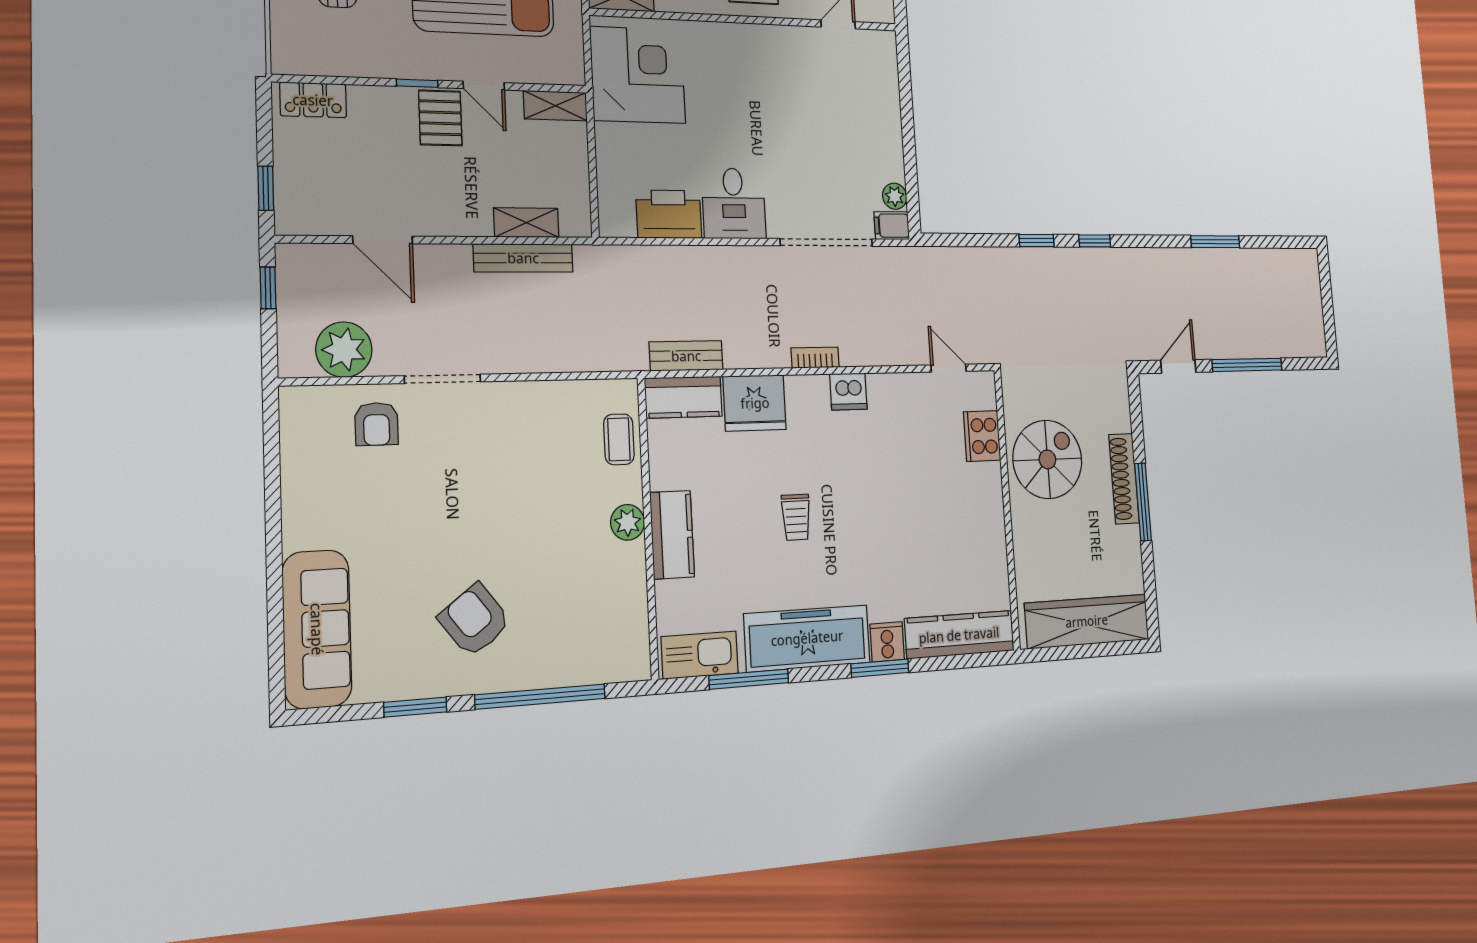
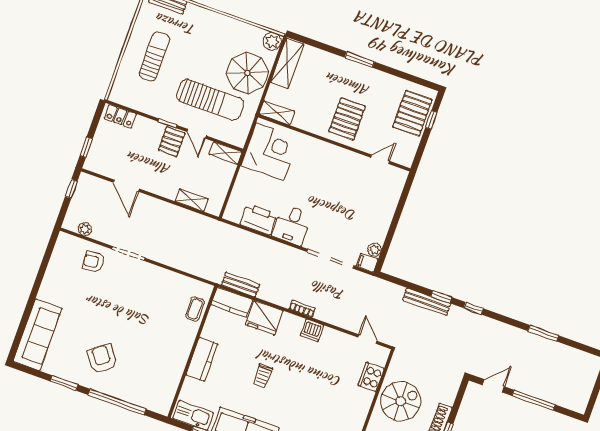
bench: (523, 258) -> (427, 302), moved
plant: (344, 350) -> (85, 229), width x0.53, depth x0.53
armchair: (377, 424) -> (94, 262), turned 84
plant: (628, 522) -> (184, 346), removed

